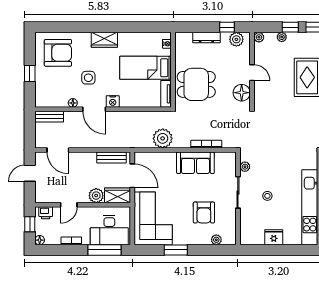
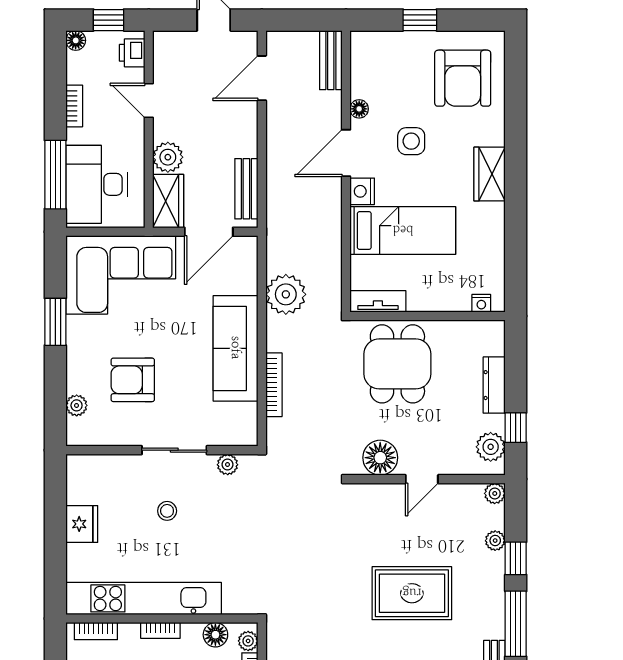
bed: (146, 68) -> (403, 230), moved, turned 90
sofa: (195, 163) -> (236, 348), width x1.36

